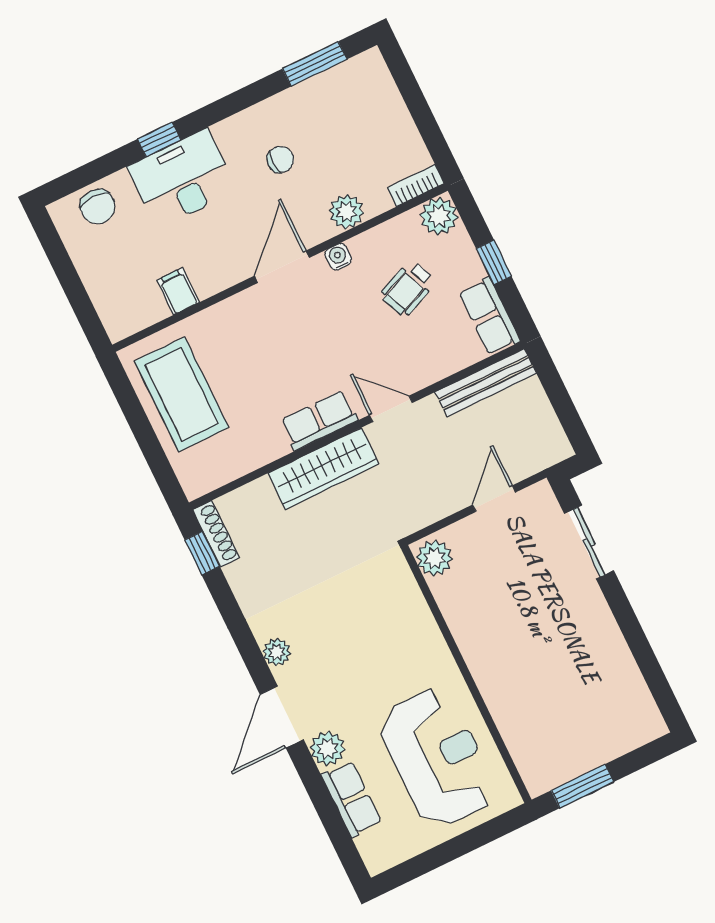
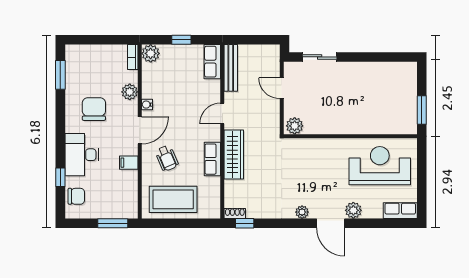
window: (159, 139) -> (60, 177), moved
chair: (280, 159) -> (94, 109), width x1.87, depth x1.87
door: (282, 267) -> (140, 130), swing flipped
wheelchair: (408, 289) -> (167, 158), moved
filing cabinet: (178, 291) -> (129, 163), moved
window: (80, 301) -> (113, 223), added
row of seats: (489, 316) -> (212, 62), moved, turned 90
row of seats: (319, 420) -> (212, 159), moved
shoe rack: (216, 534) -> (235, 213), width x0.70
row of seats: (352, 799) -> (400, 211), moved

